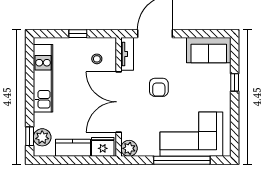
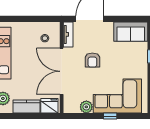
window: (78, 34) -> (30, 19), removed
plant: (129, 148) -> (86, 107), moved
window: (182, 160) -> (110, 116), width x0.32

